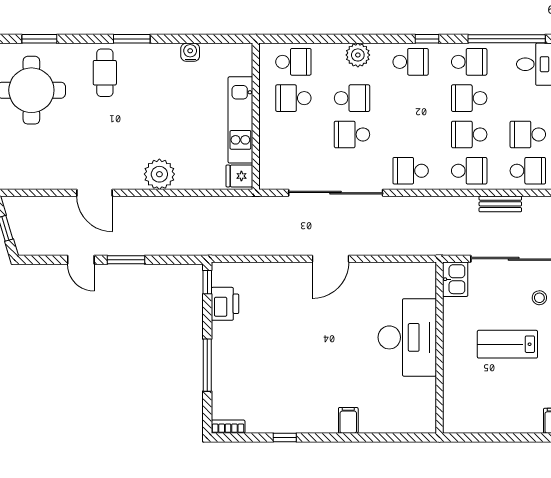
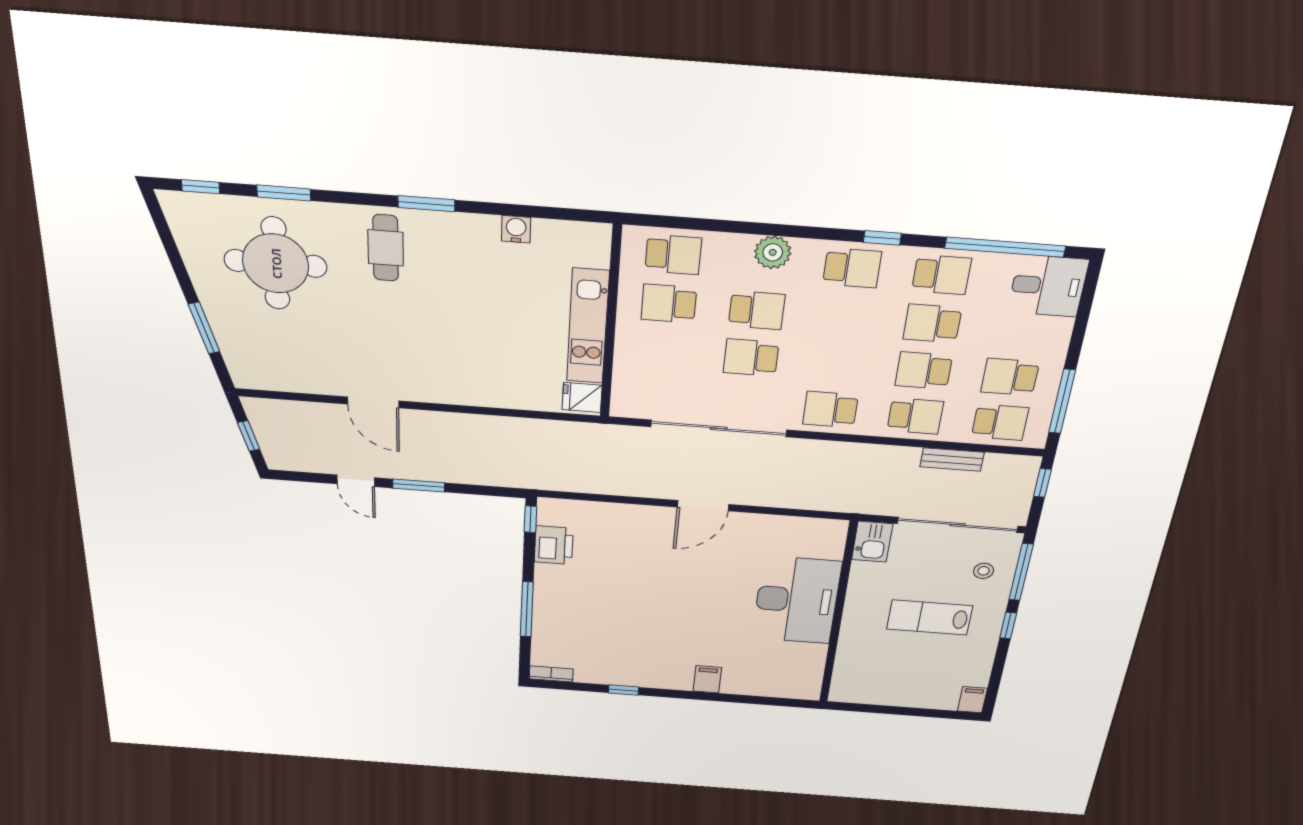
plant: (159, 174) -> (467, 387), removed

